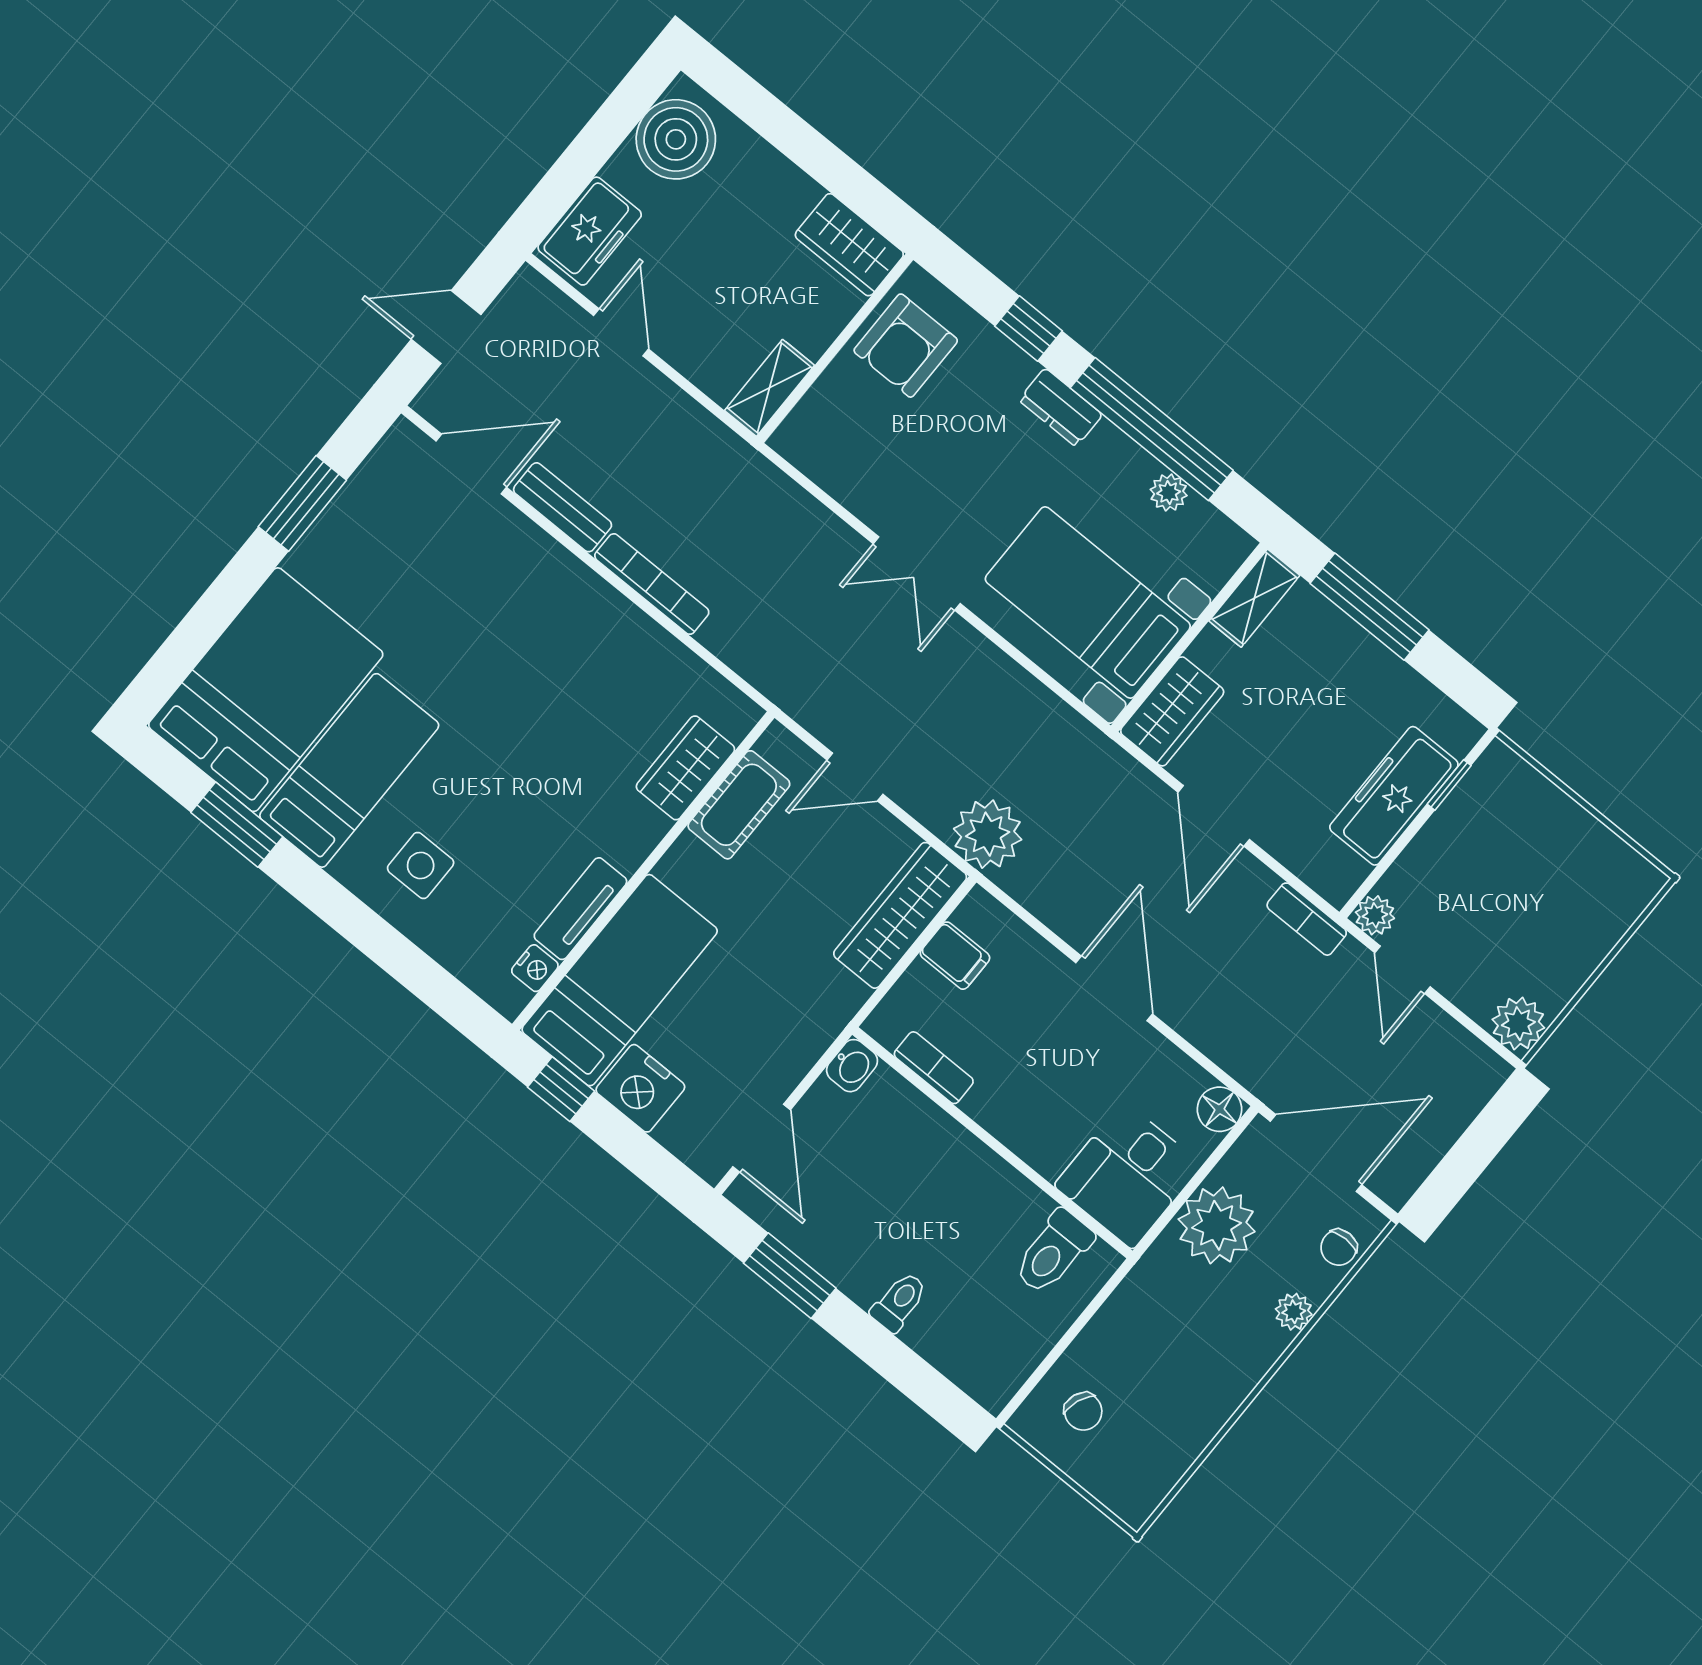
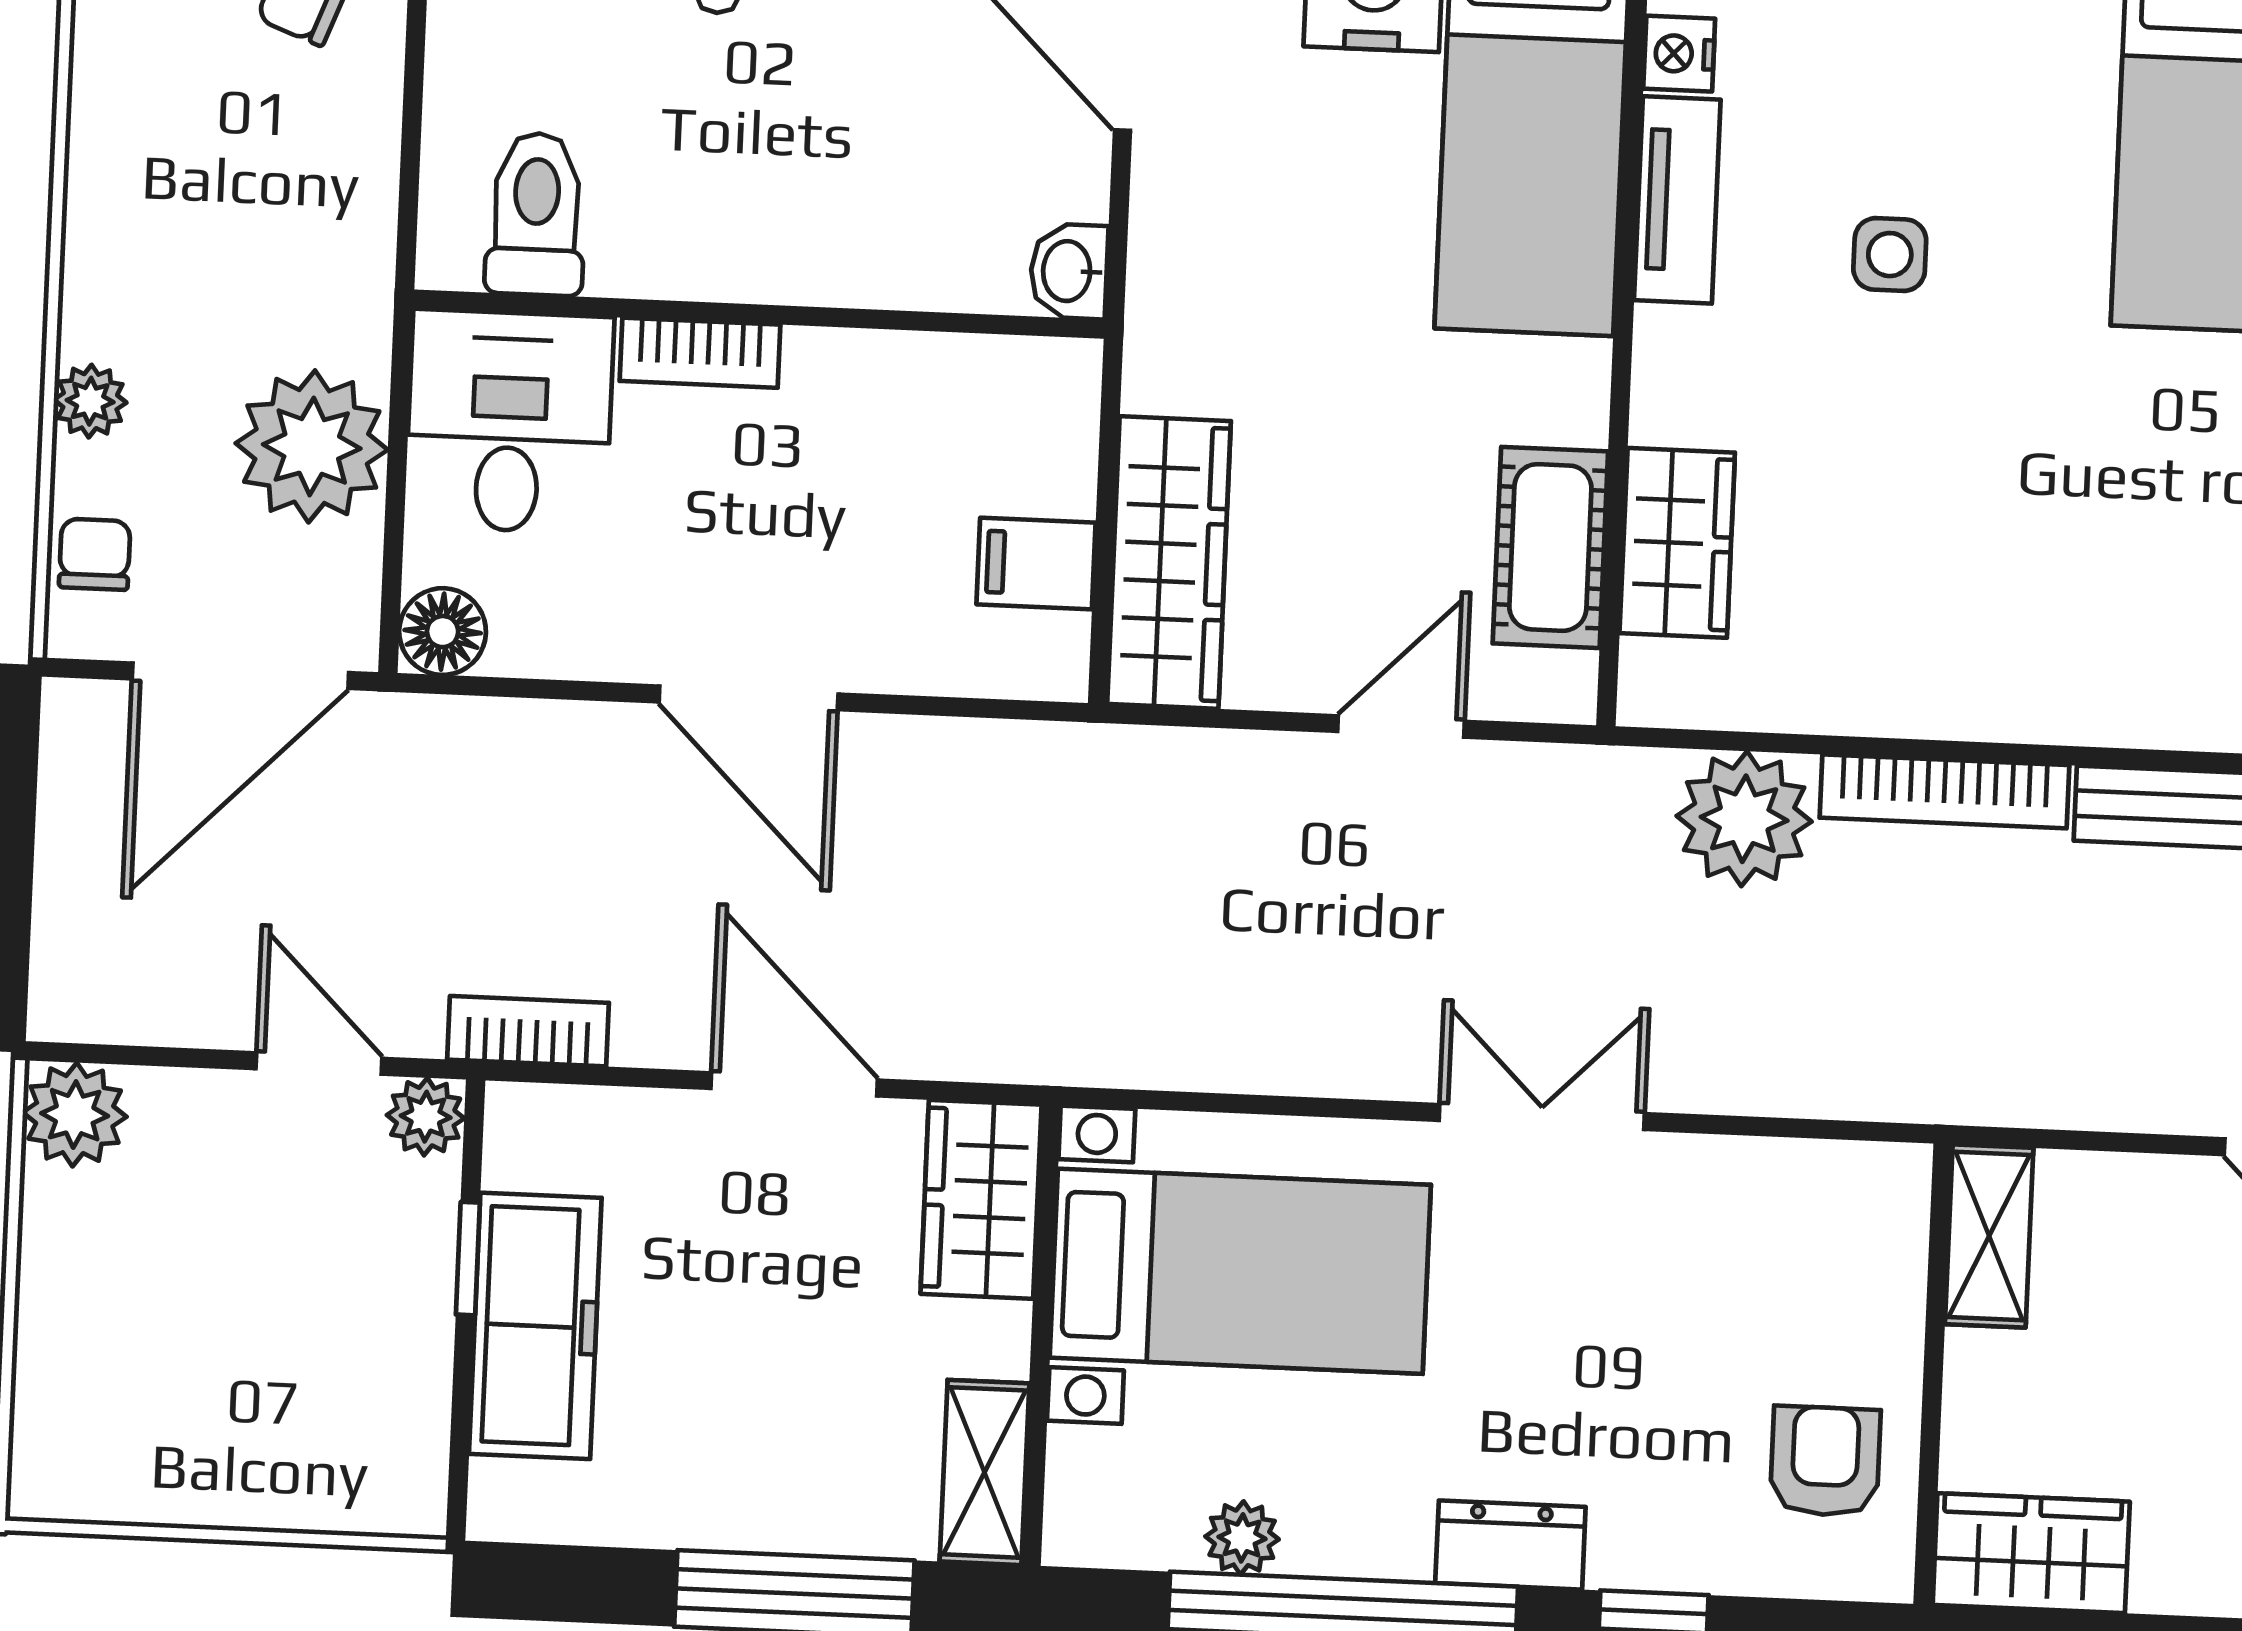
armchair: (906, 346) -> (1825, 1461), width x0.72, depth x0.72
window: (1449, 785) -> (468, 1259), moved
plant: (988, 834) -> (1744, 819), moved
side table: (421, 866) -> (1890, 255), moved, width x0.73, depth x0.73
bookcase: (934, 1068) -> (700, 353), moved

